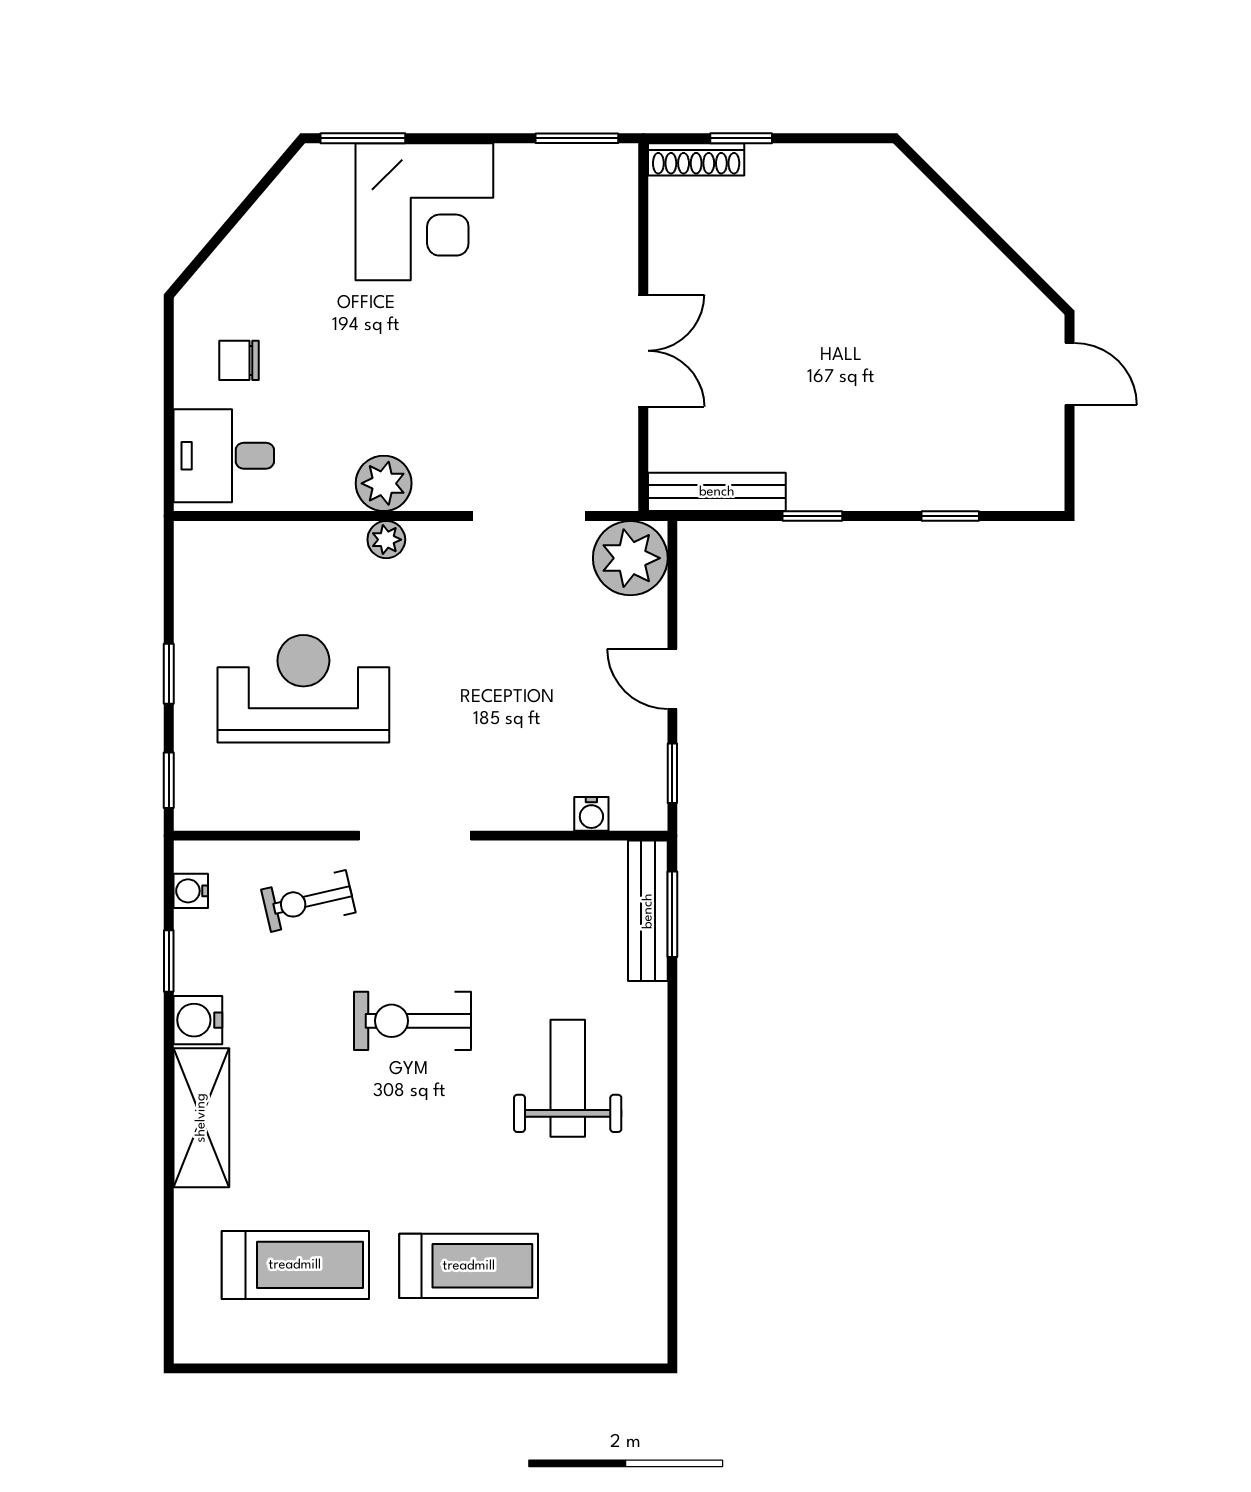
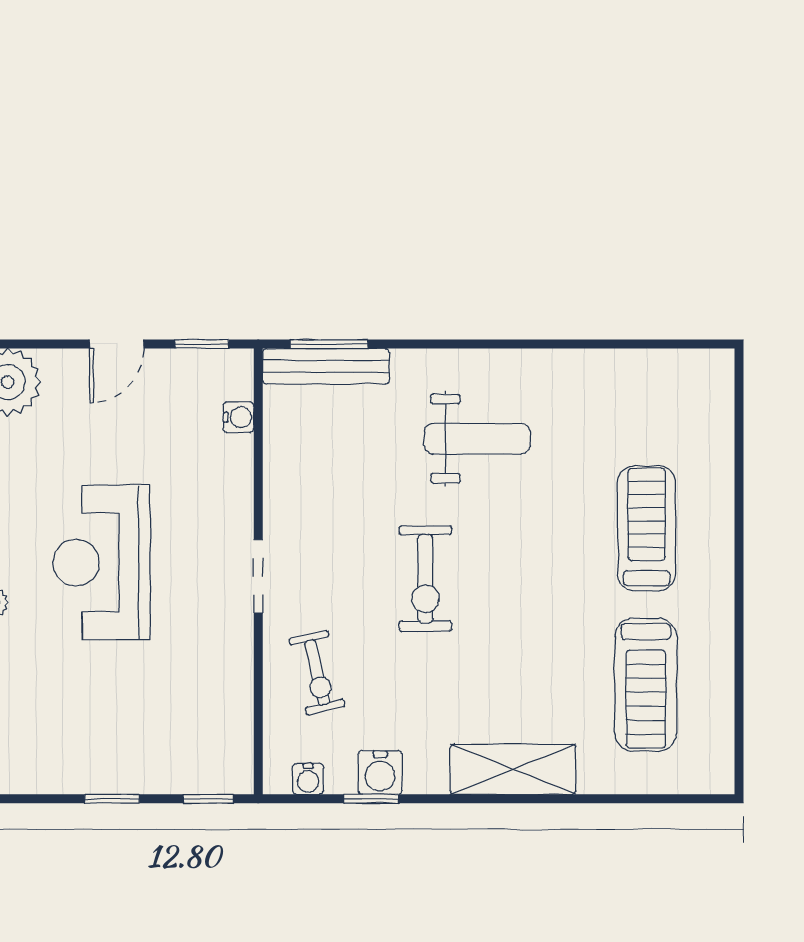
reception desk: (303, 689) -> (101, 563), moved
doorway: (415, 836) -> (258, 576), width x0.73
water cooler: (198, 1020) -> (380, 773), moved
weight bench: (568, 1078) -> (477, 439), turned 180
treadmill: (295, 1265) -> (646, 685), turned 180

